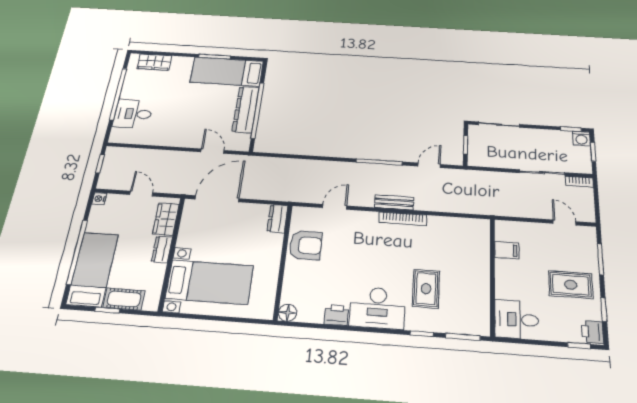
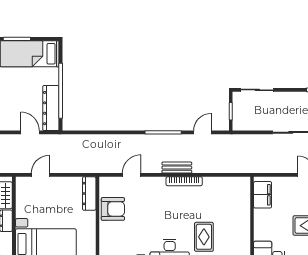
dresser: (246, 109) -> (51, 108), moved
door: (217, 199) -> (40, 175), width x0.53
dresser: (278, 219) -> (89, 194), width x1.44
filing cabinet: (507, 250) -> (263, 195), width x2.00

